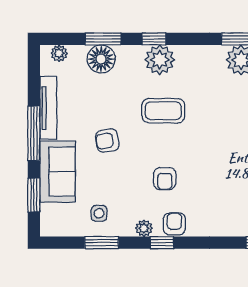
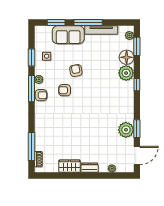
window: (103, 39) -> (137, 46), moved
plant: (160, 60) -> (126, 73), moved
coffee table: (163, 111) -> (100, 89), removed
armchair: (107, 141) -> (76, 71), moved
window: (162, 243) -> (31, 89), width x2.17

